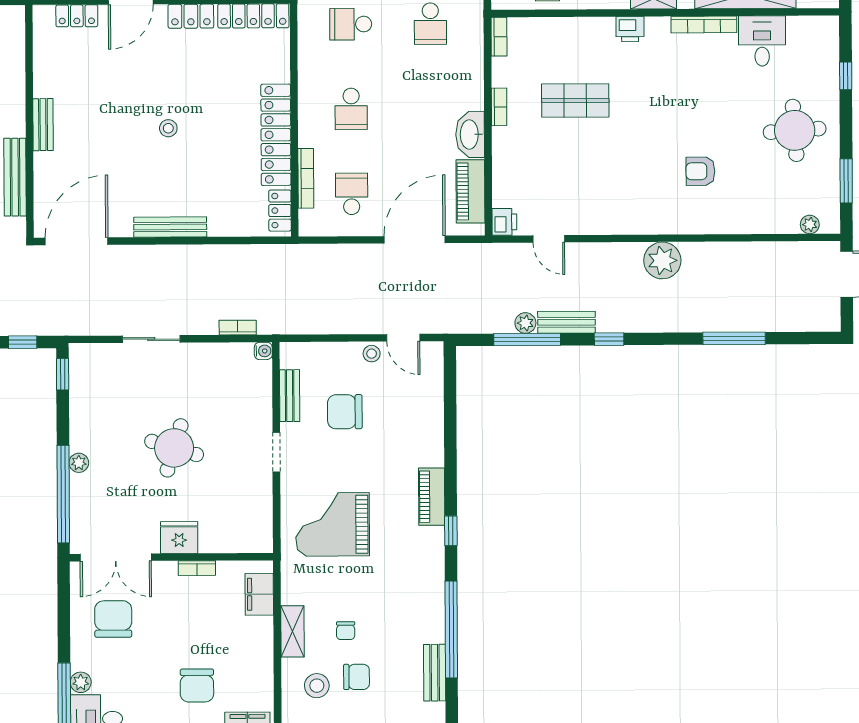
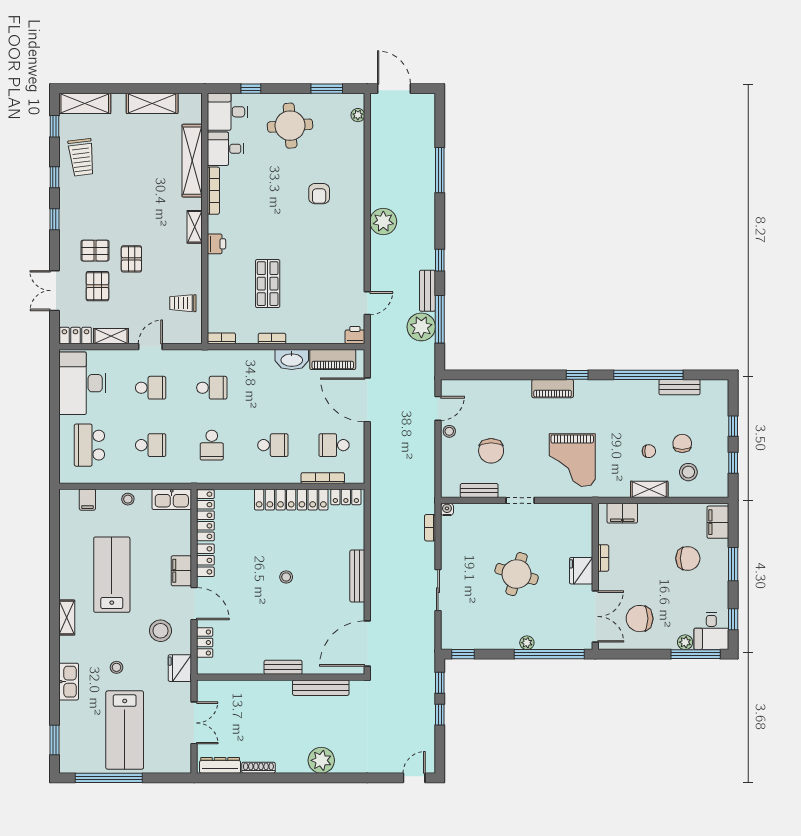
desk: (813, 44) -> (228, 112), added
door: (77, 241) -> (367, 644), hinge flipped
plant: (525, 323) -> (421, 327), width x1.88, depth x1.88

